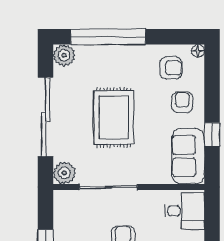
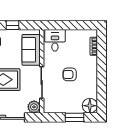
sofa: (188, 156) -> (31, 50), moved, turned 90

